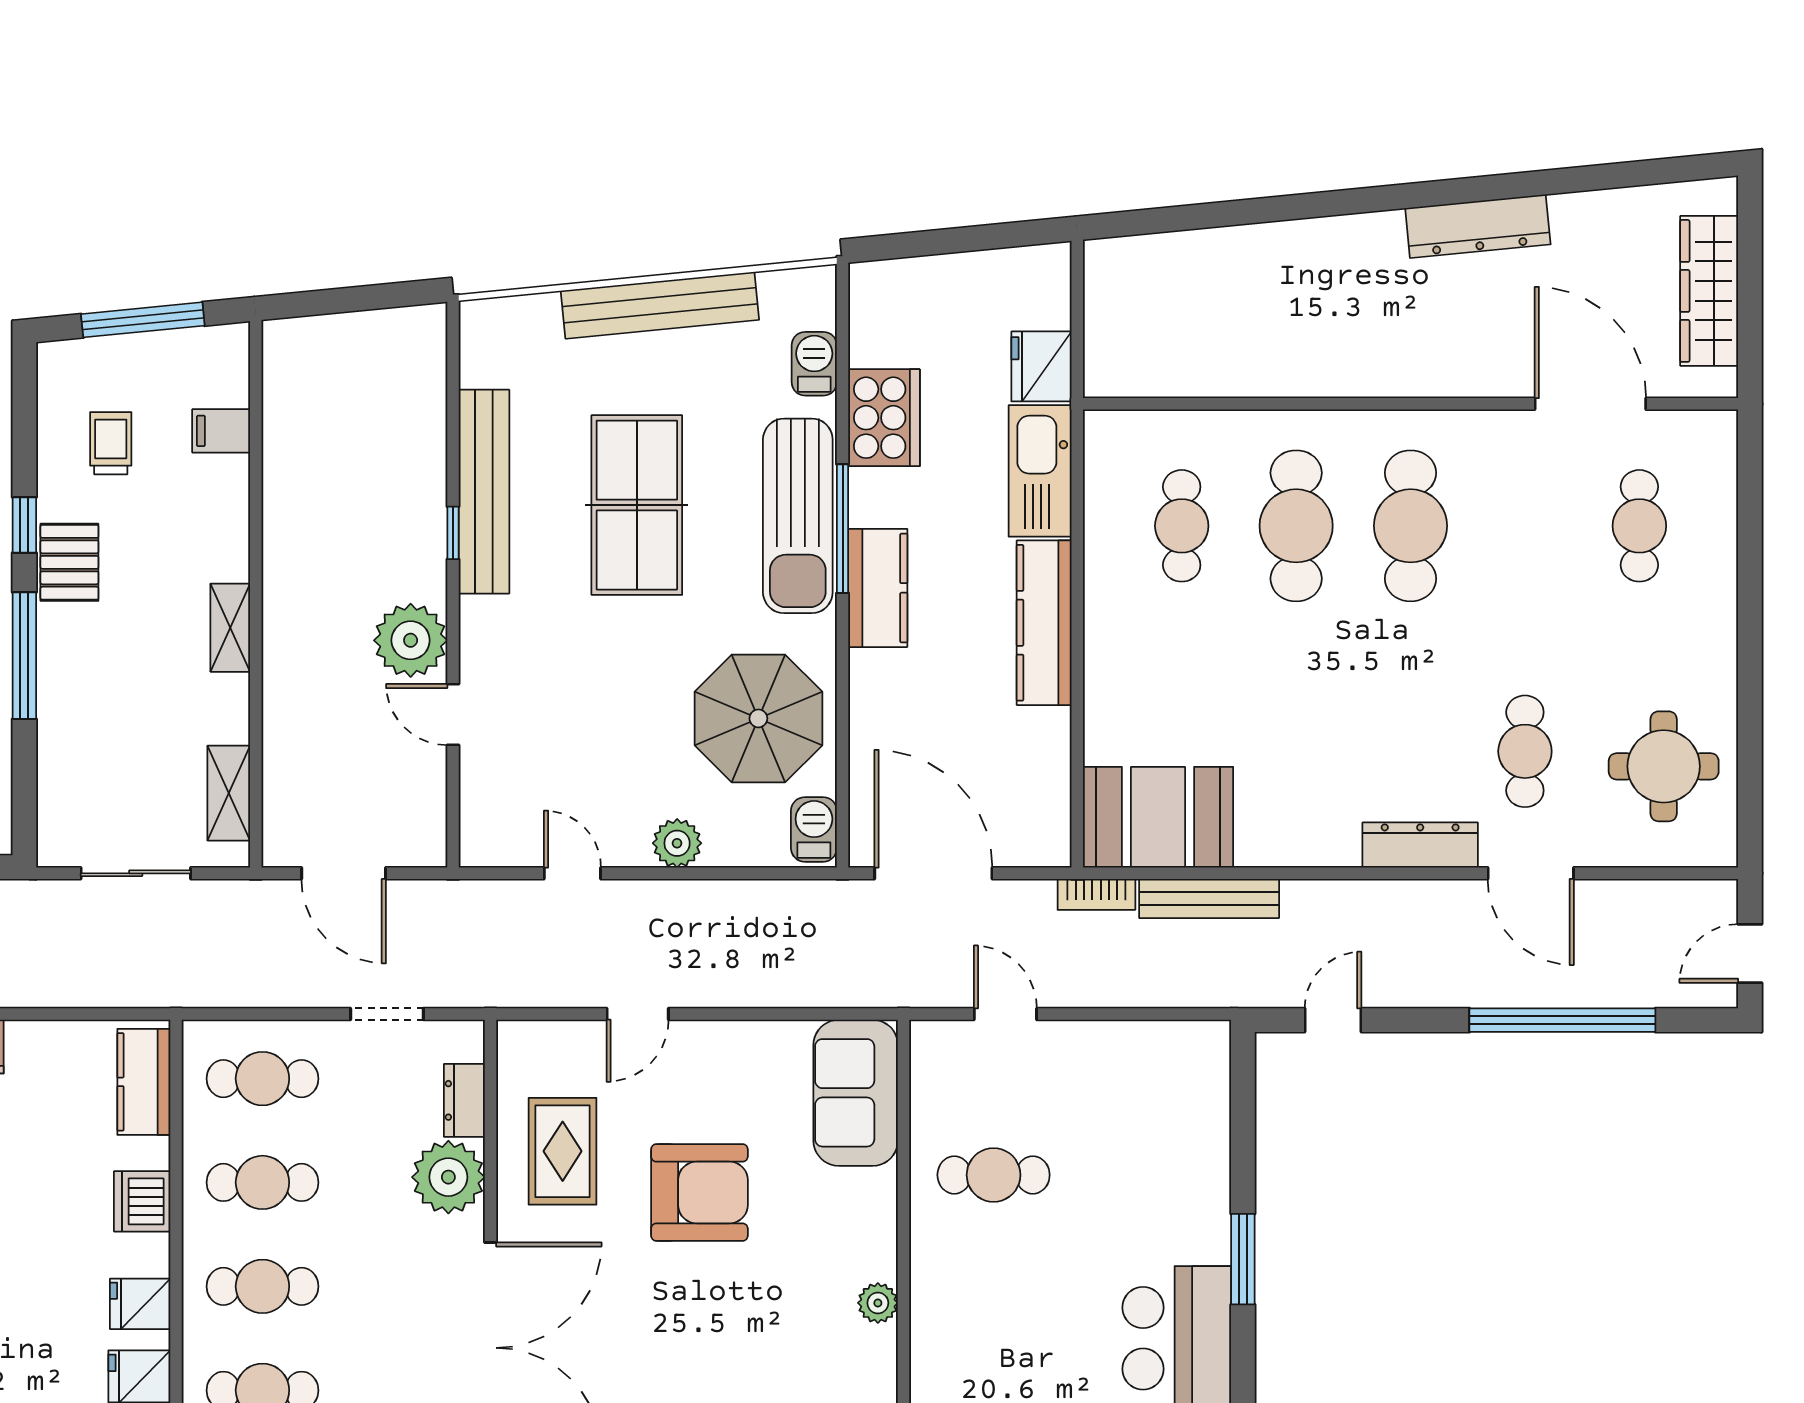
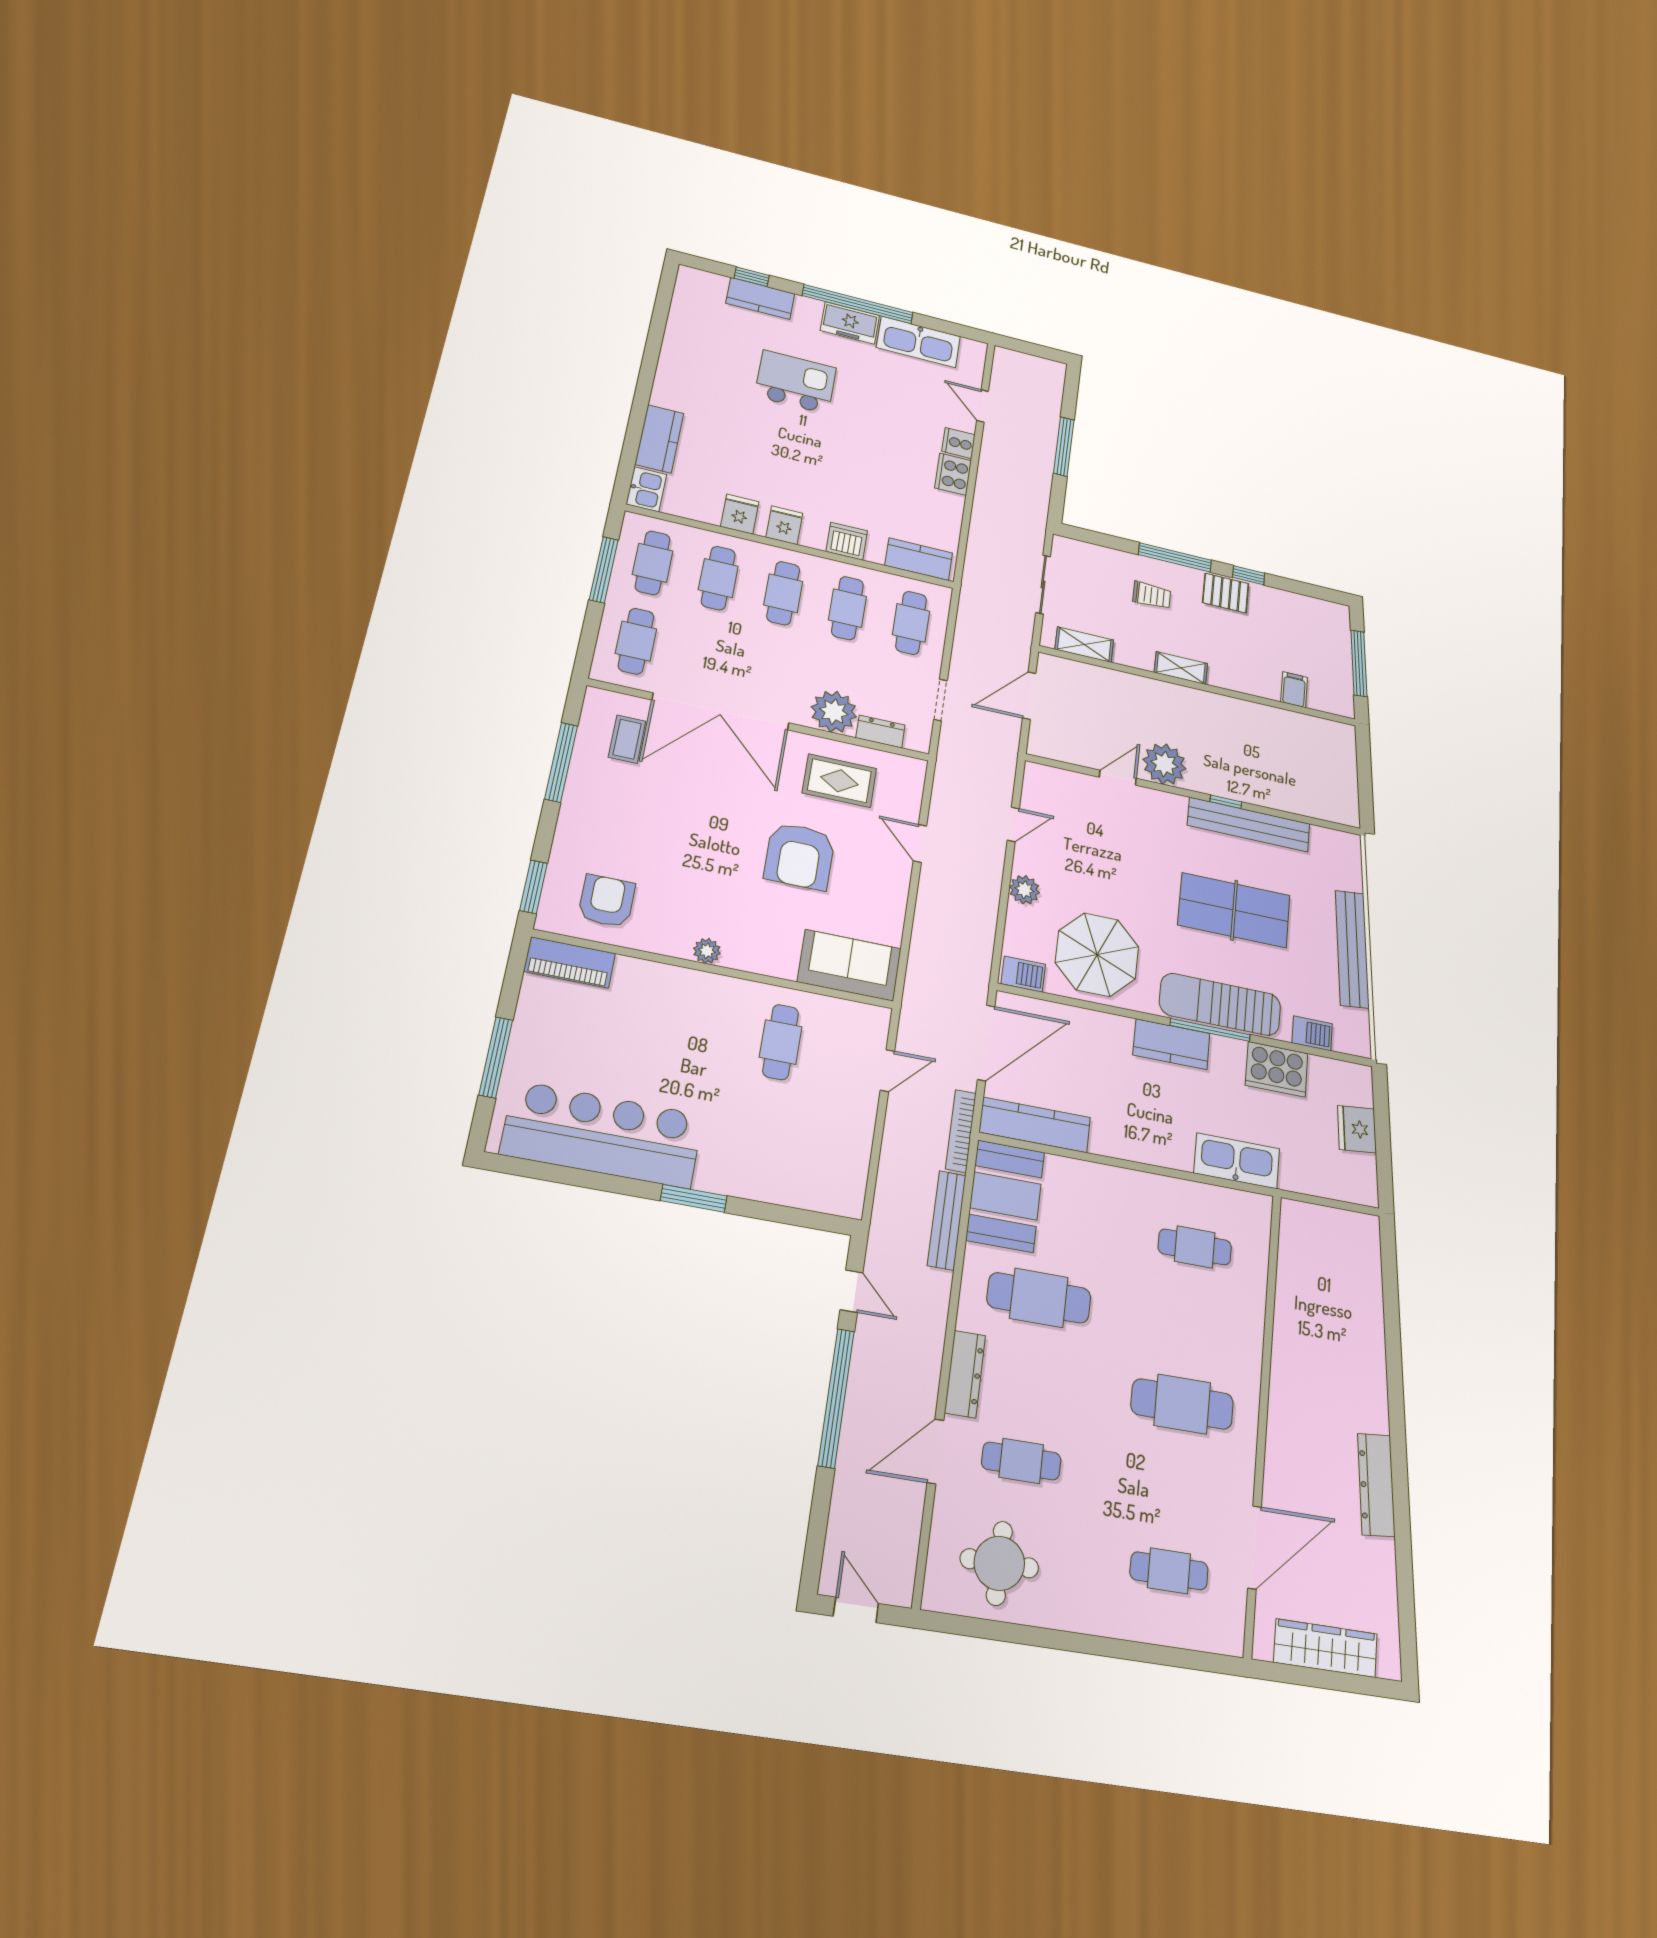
fridge: (1041, 366) -> (1357, 1129), moved, turned -96
trolley: (111, 443) -> (1152, 595), moved
cafe table: (1296, 526) -> (1039, 1298), moved
kitchen counter: (1044, 623) -> (1035, 1125), moved
bookcase: (1096, 894) -> (961, 1131), width x1.56
window: (1562, 1020) -> (836, 1398), moved

